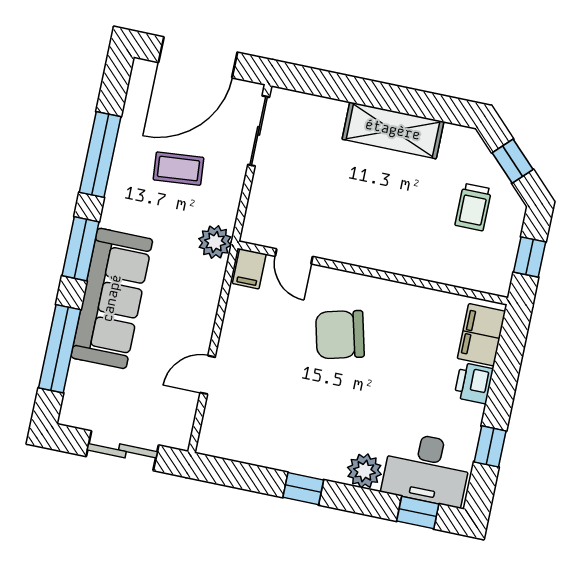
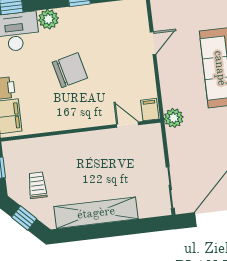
shelving: (393, 130) -> (96, 213), width x1.47
coffee table: (178, 169) -> (208, 152), removed
chair: (340, 335) -> (70, 70), moved

